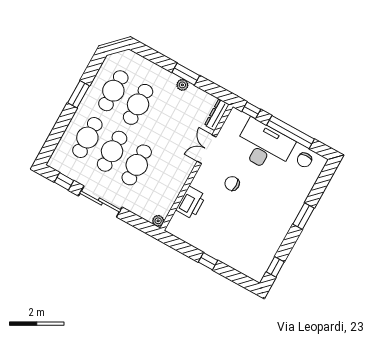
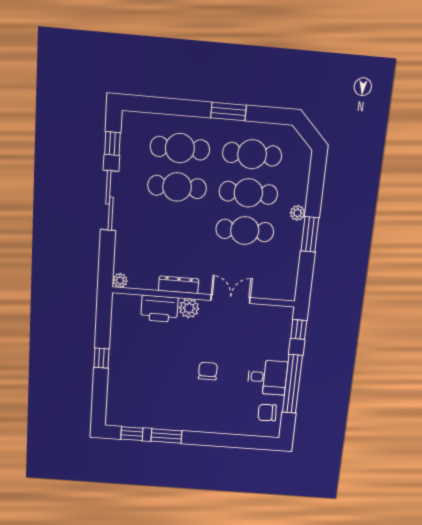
plant: (182, 85) -> (298, 213), moved
dresser: (217, 115) -> (179, 285), moved
desk: (264, 146) -> (267, 377), width x0.53, depth x0.77
cafe table: (137, 165) -> (245, 230), moved
plant: (200, 182) -> (189, 308), added
chair: (232, 184) -> (208, 371), moved
window: (303, 216) -> (166, 436), moved

